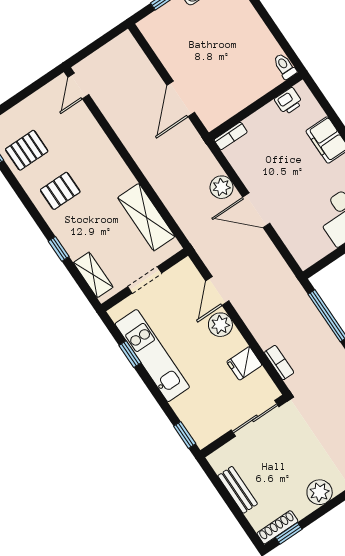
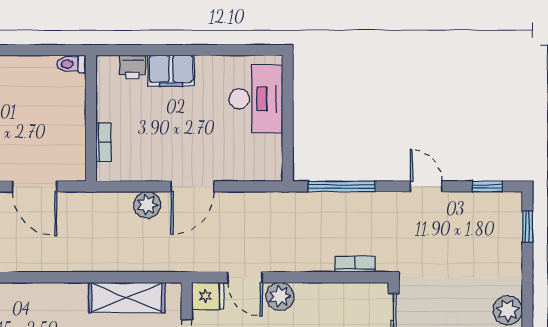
printer: (289, 101) -> (132, 67), moved, turned 90
bookcase: (231, 136) -> (103, 142), moved
fridge: (244, 363) -> (208, 296), moved, turned -90

